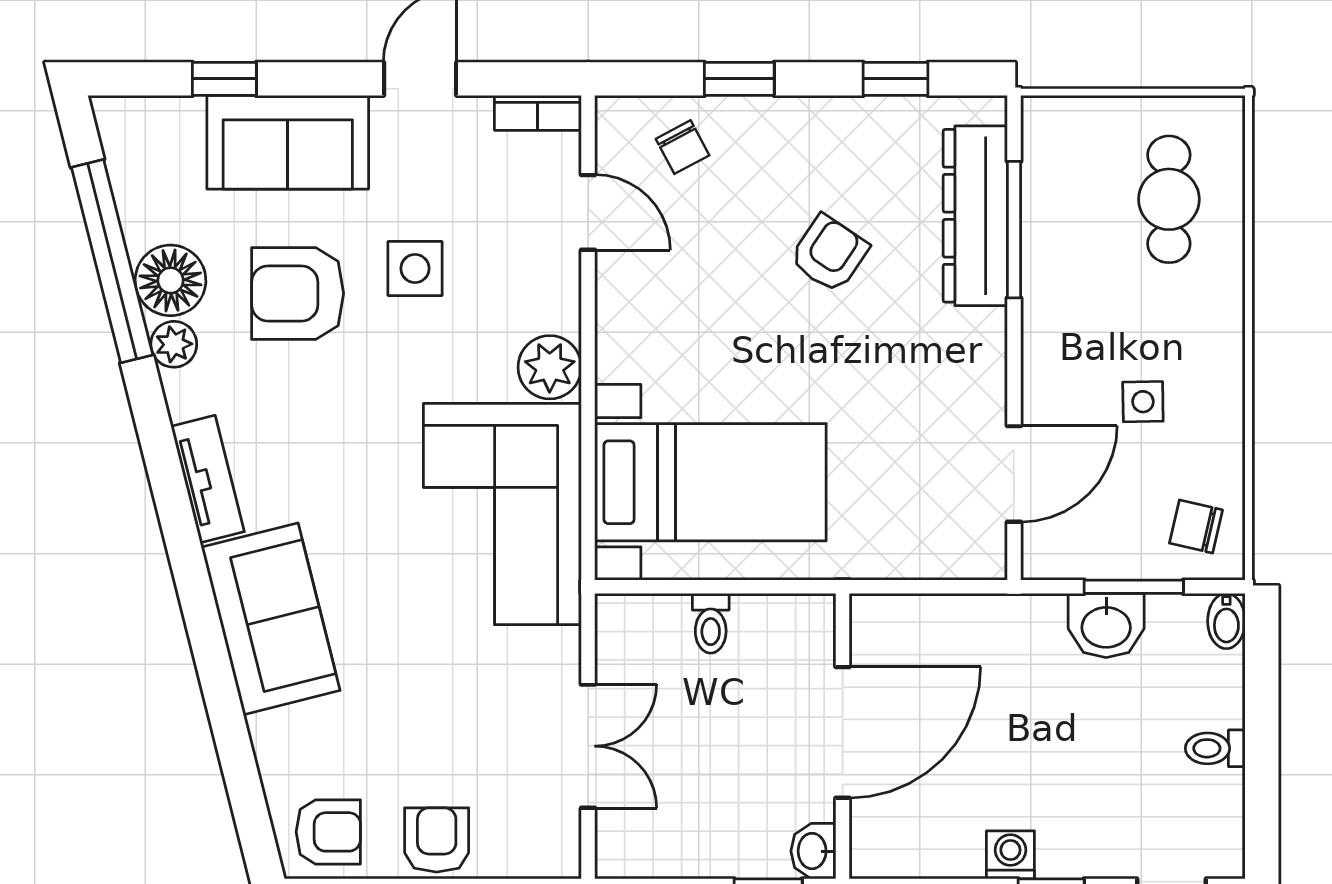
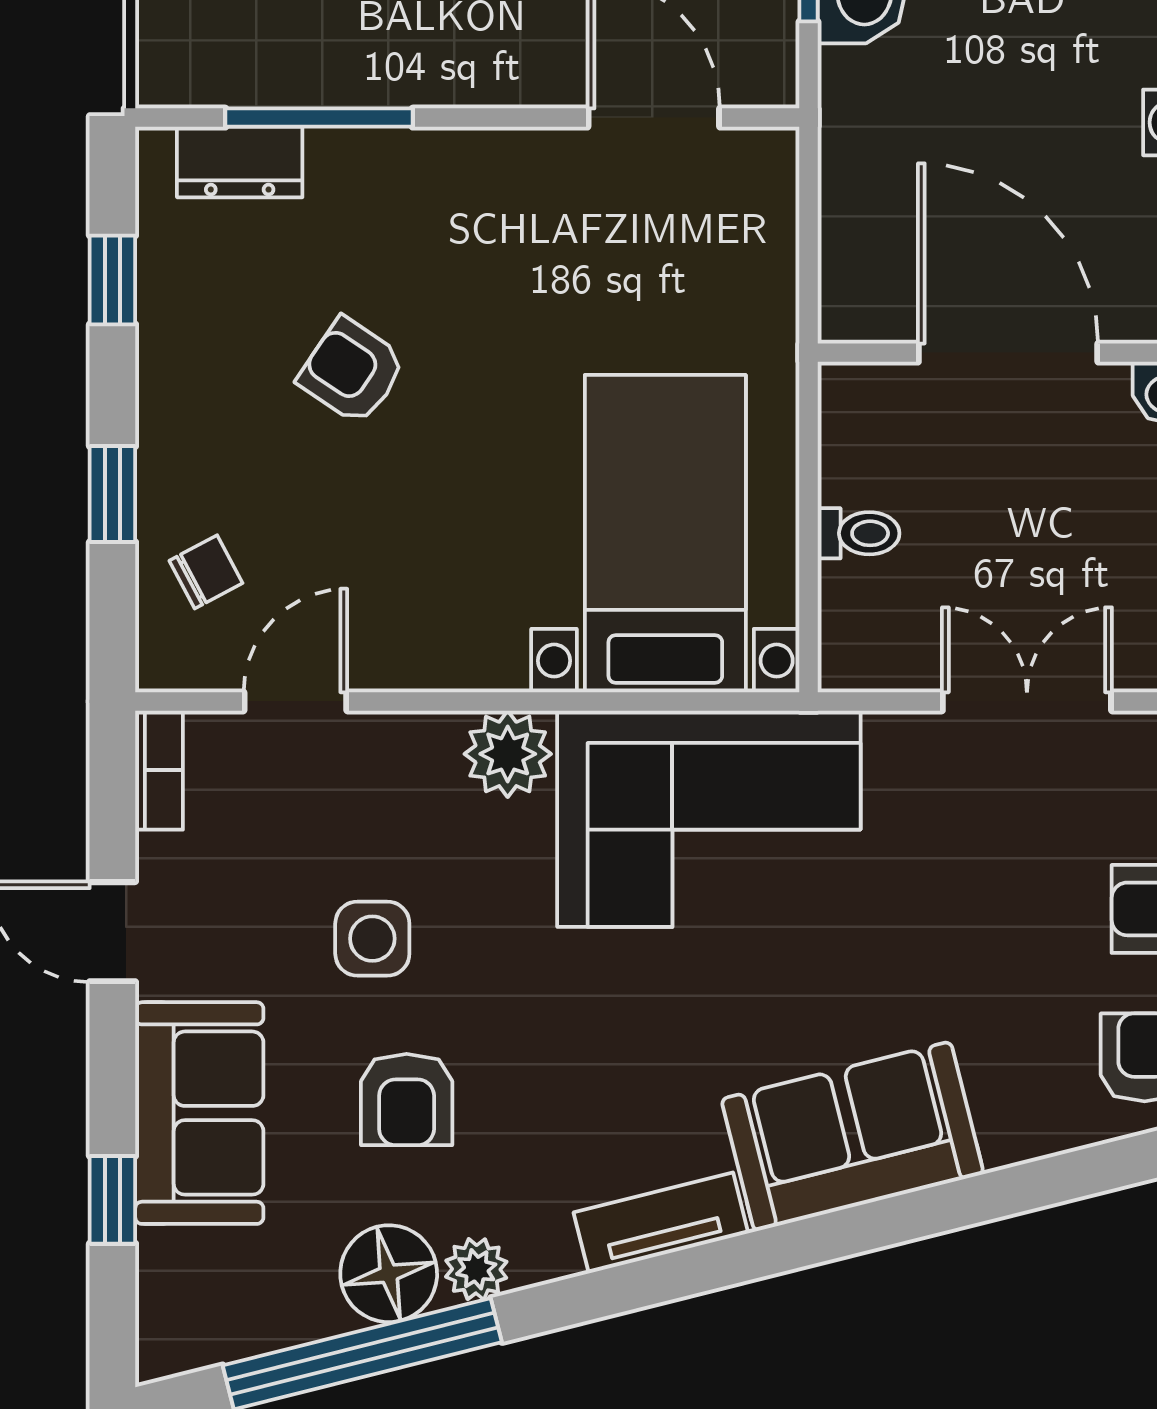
dresser: (975, 216) -> (240, 162), width x0.51, depth x0.80
armchair: (298, 293) -> (407, 1100), width x0.72, depth x0.72

